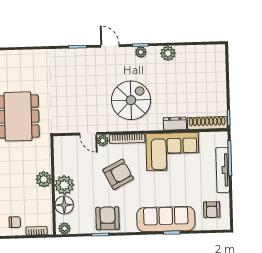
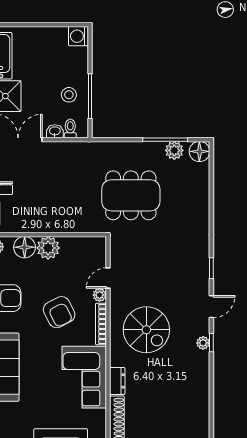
plant: (168, 53) -> (201, 375), removed
plant: (44, 179) -> (56, 224), removed
armchair: (212, 210) -> (14, 422), removed

